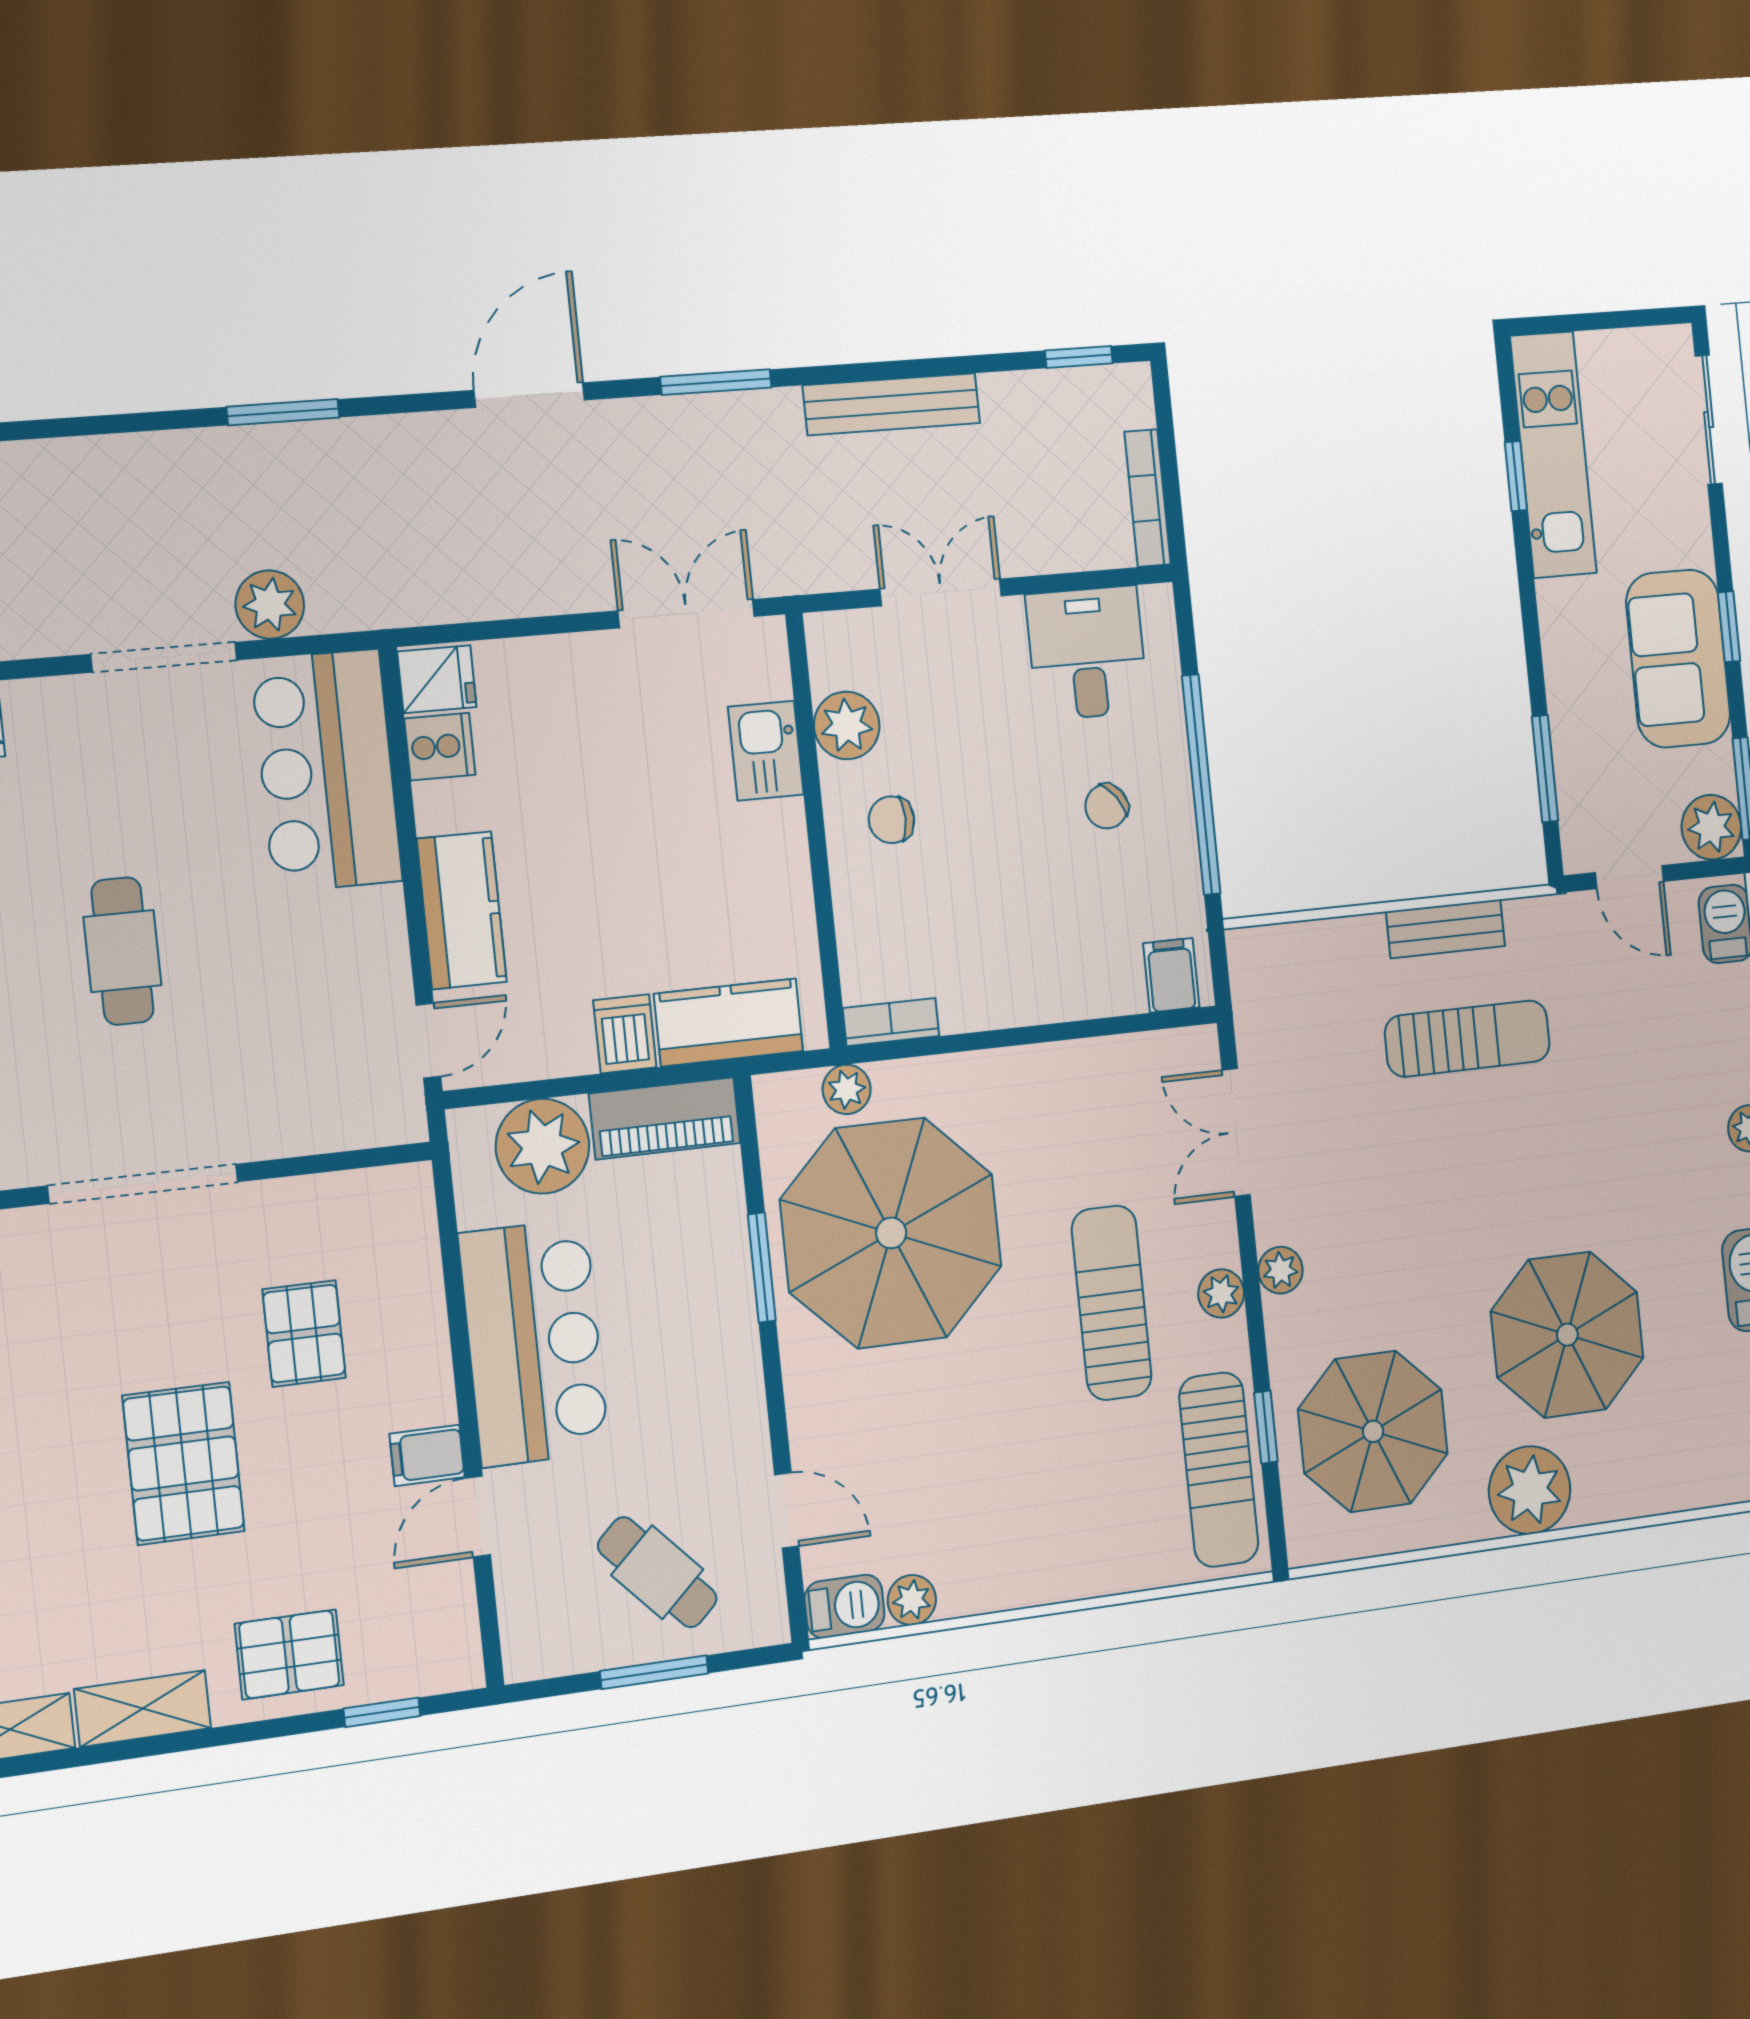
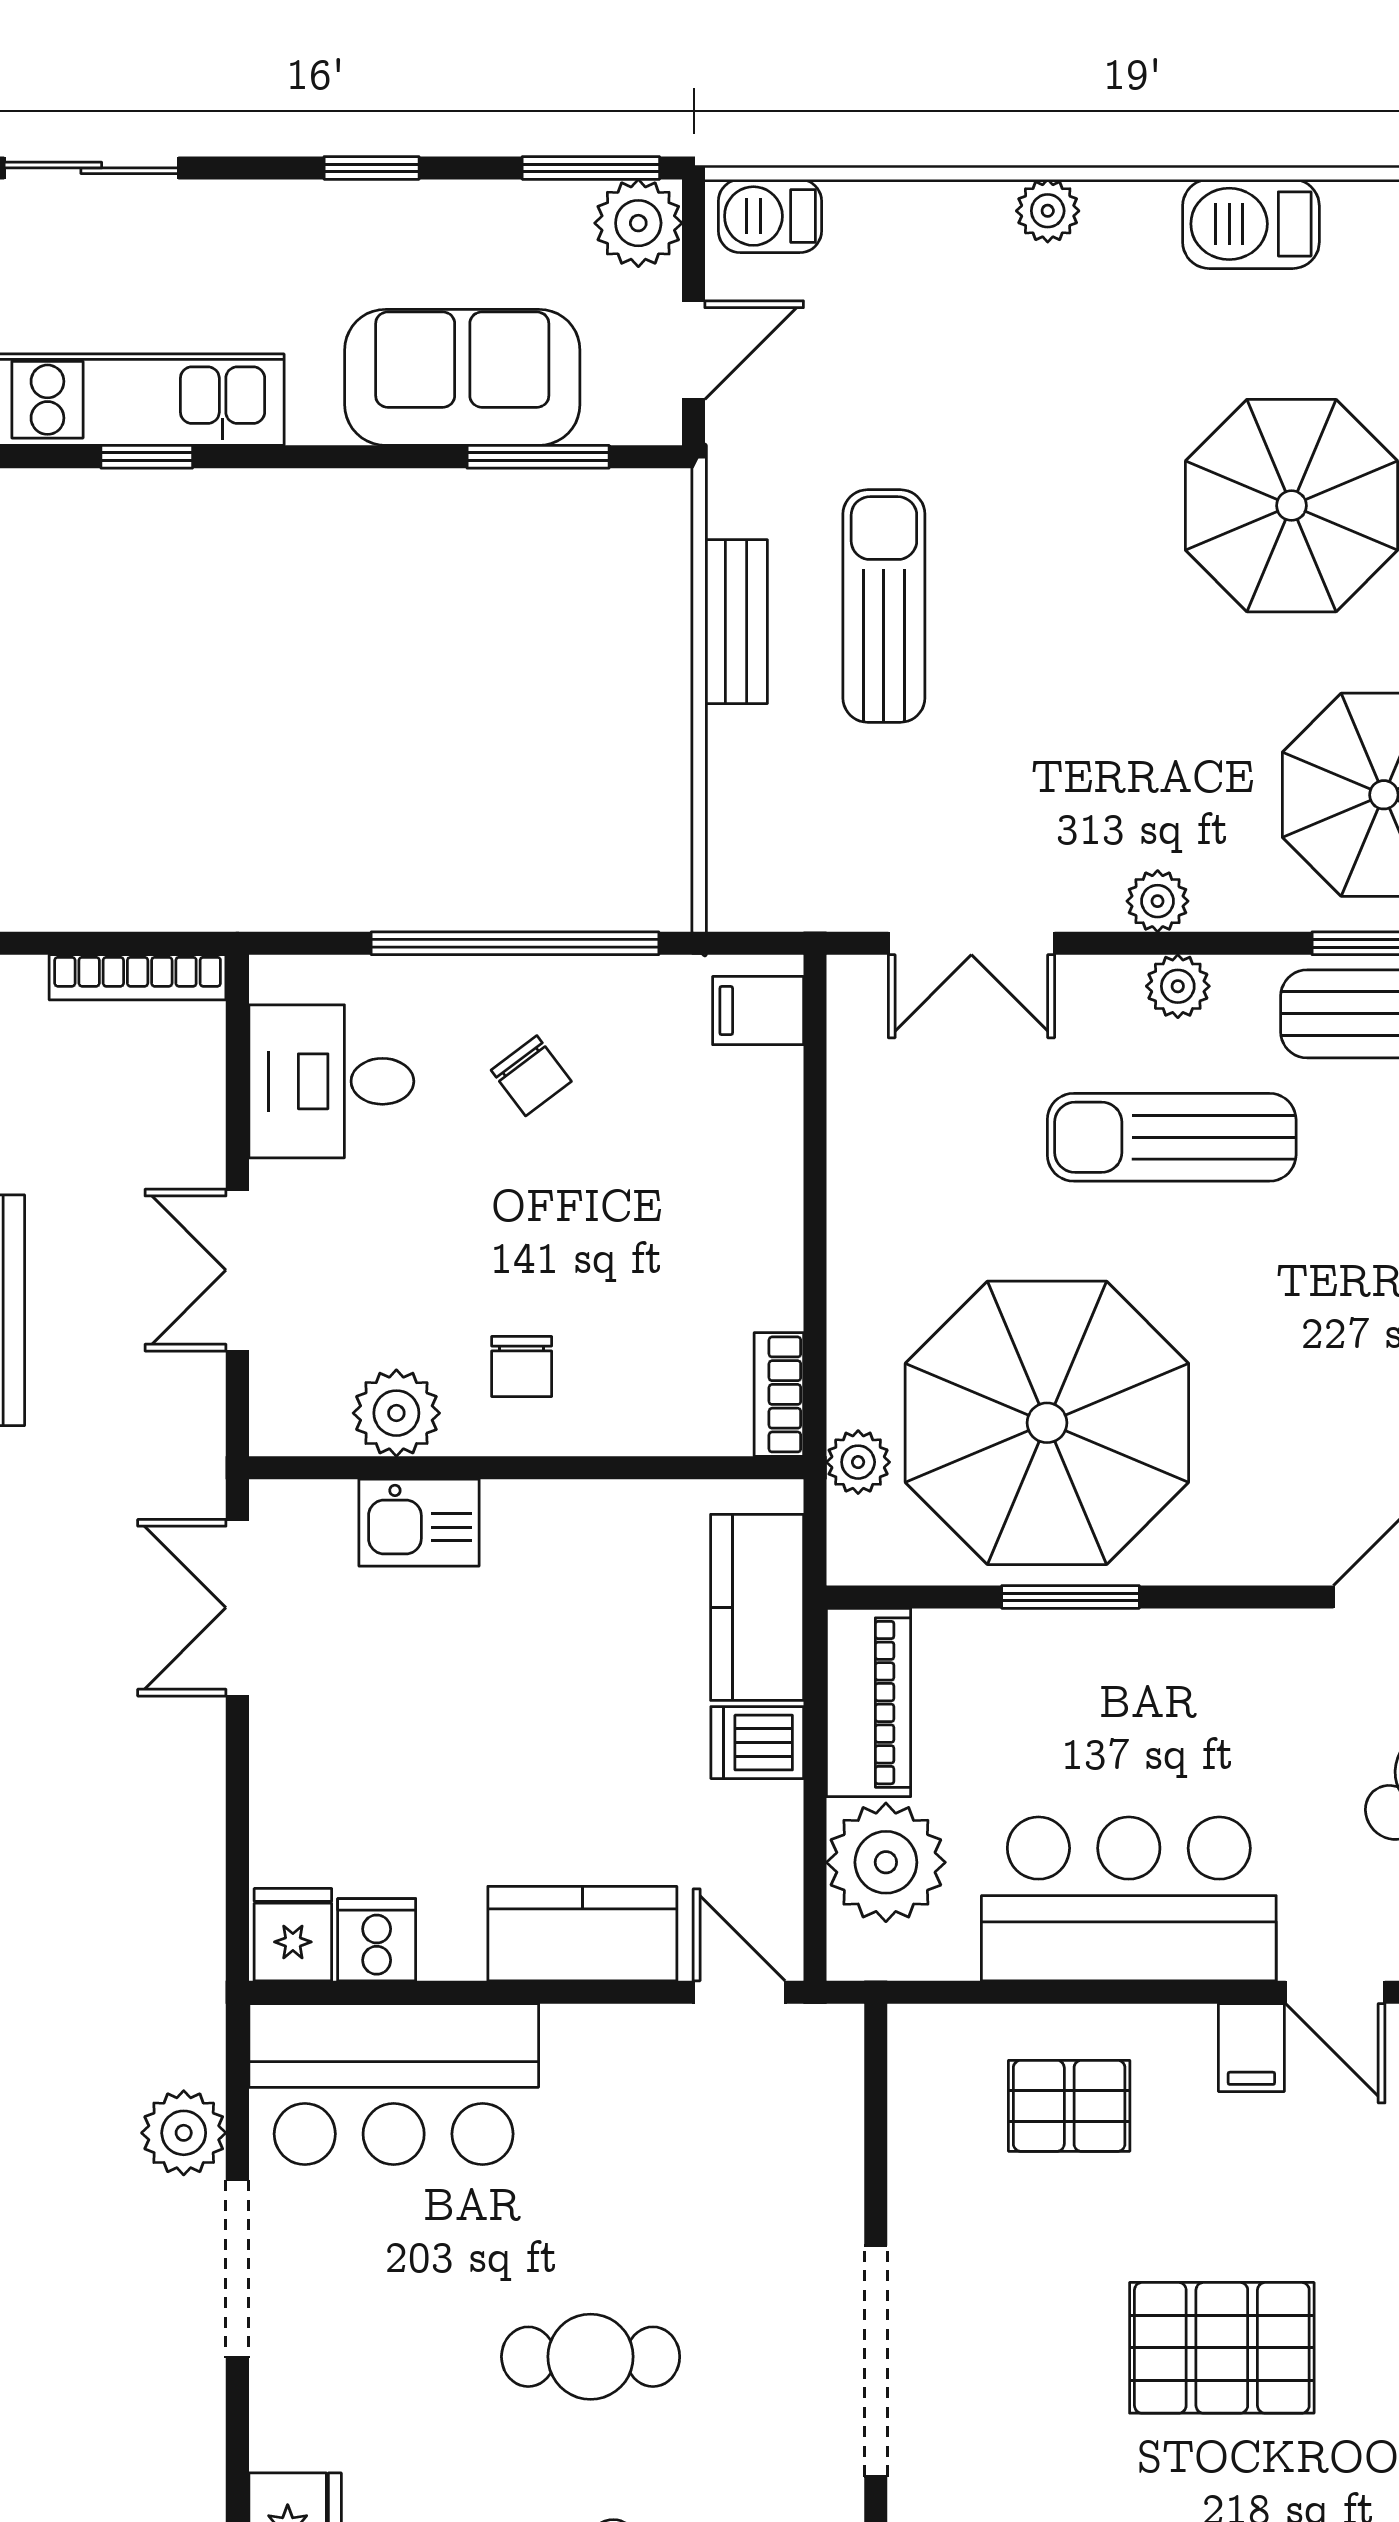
sofa: (1678, 659) -> (462, 377), moved, turned 180
pallet: (304, 1334) -> (1069, 2106), moved

